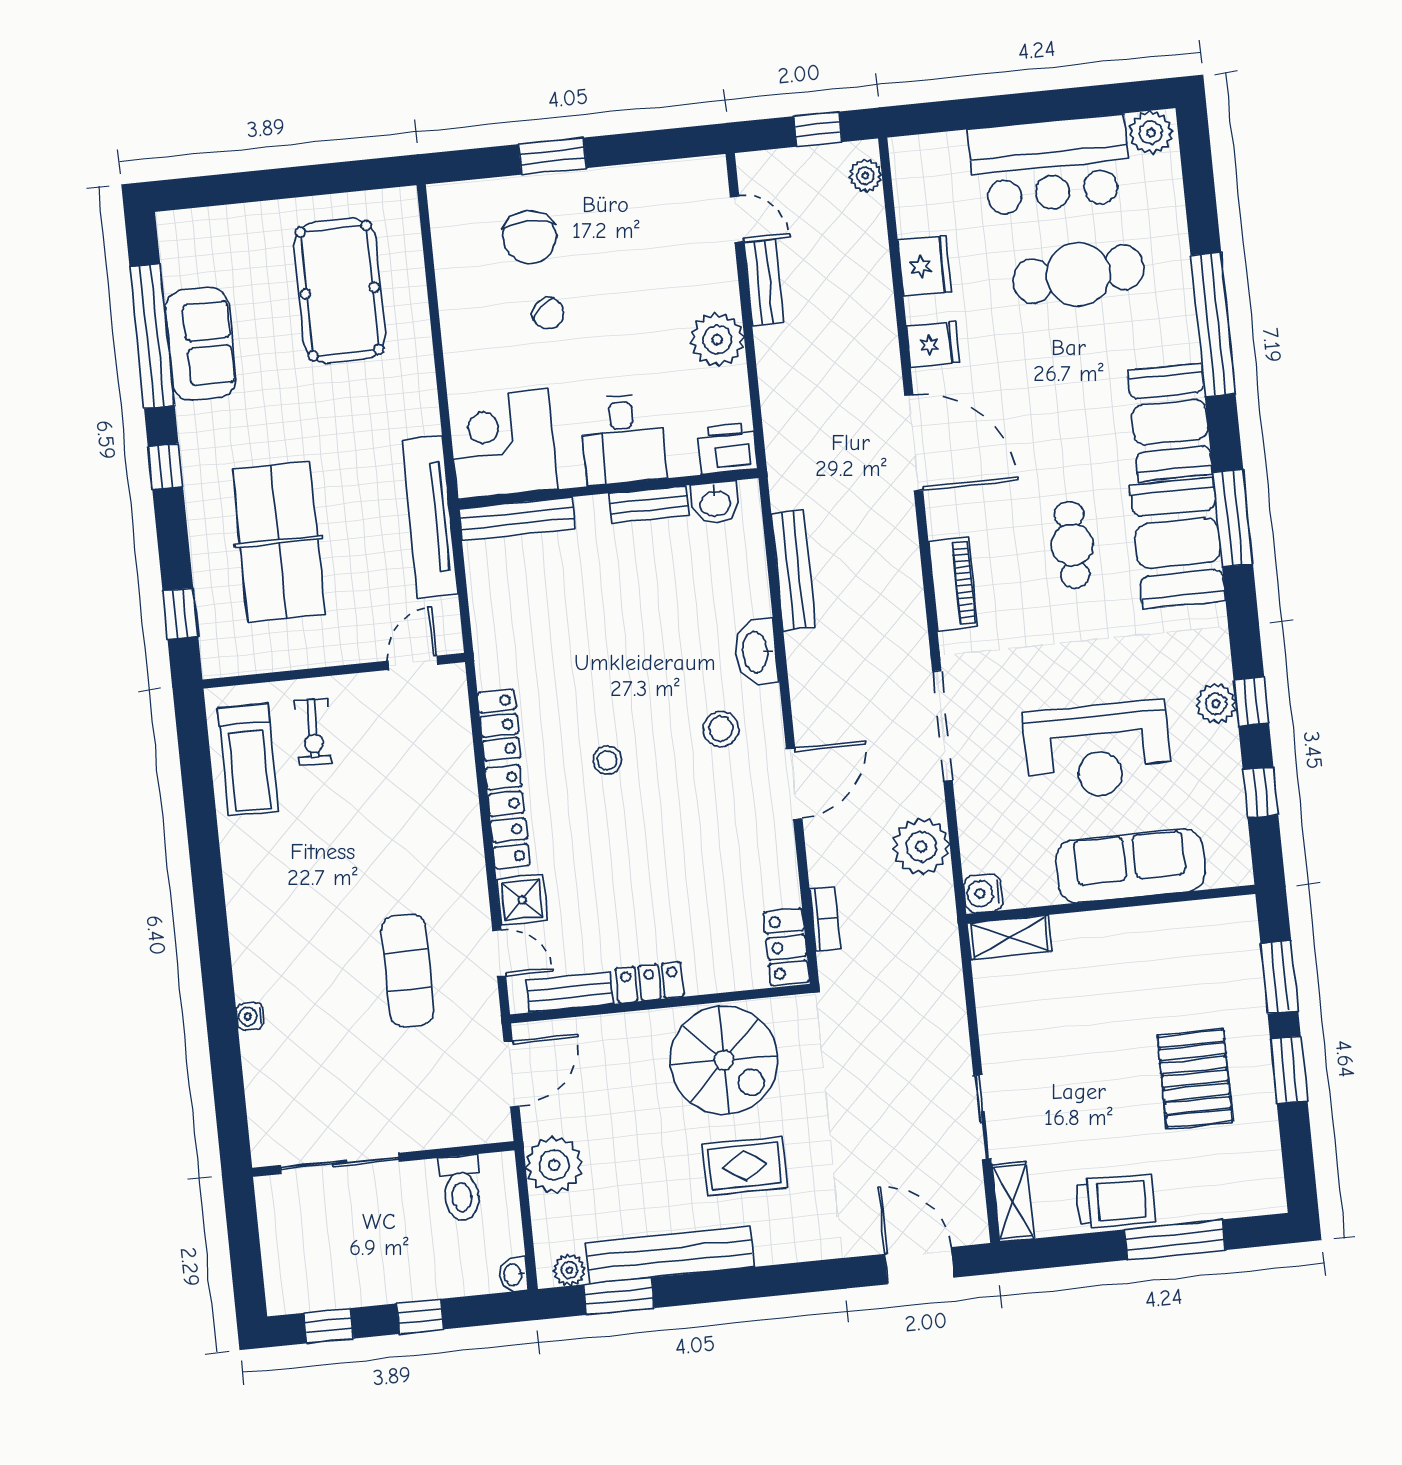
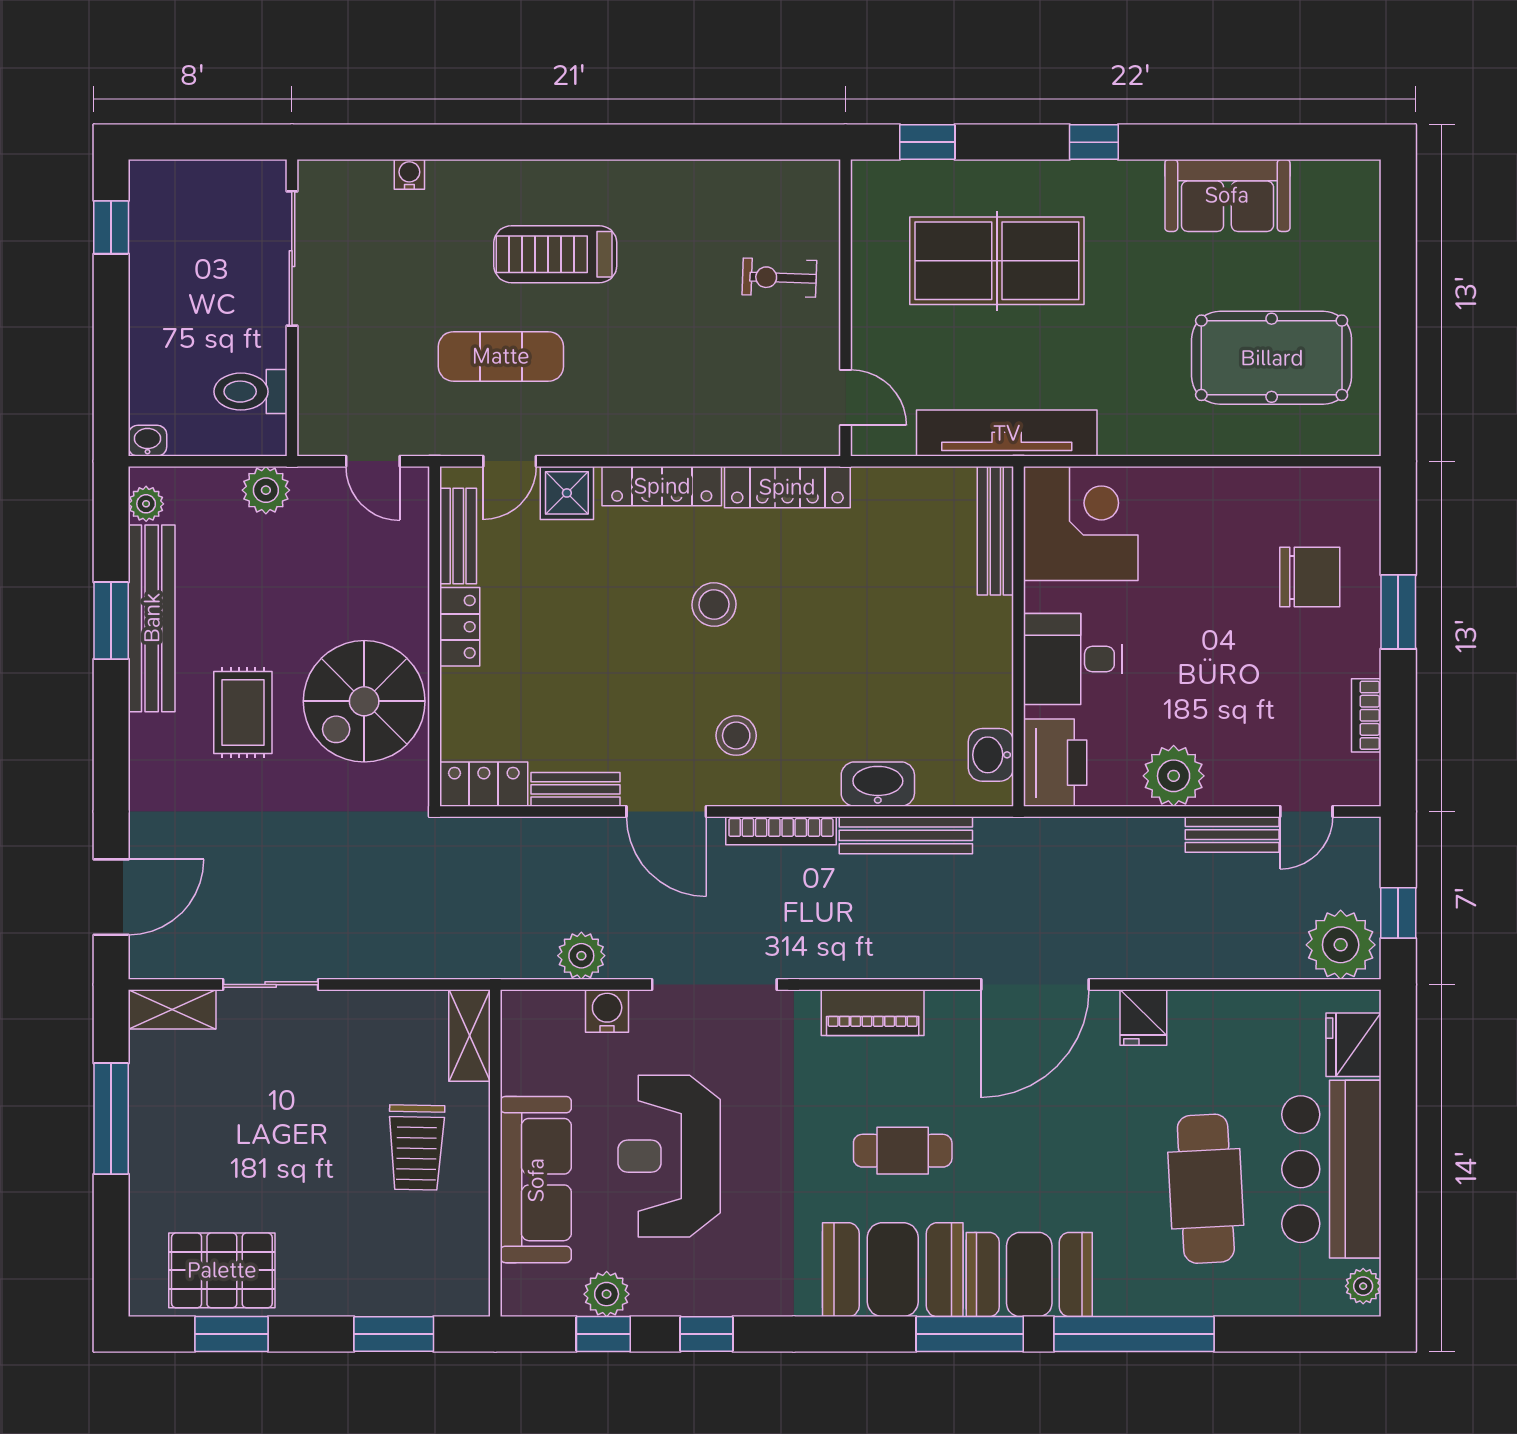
plant: (1151, 133) -> (1363, 1286), width x0.73, depth x0.73
bookcase: (647, 175) -> (1366, 715), added
plant: (865, 176) -> (1341, 945), width x1.88, depth x1.88
chair: (530, 237) -> (1310, 577), turned 180
fridge: (925, 266) -> (1354, 1045), moved, turned 90
chair: (548, 313) -> (1222, 589), removed
window: (152, 336) -> (1242, 142), removed
printer: (727, 449) -> (1055, 763), width x1.37, depth x1.19
bench: (649, 504) -> (576, 789), moved, turned 90
window: (1233, 518) -> (970, 1334), moved
washbasin: (756, 652) -> (878, 784), moved
plant: (1216, 704) -> (607, 1294), moved
locker: (499, 725) -> (787, 487), width x1.53
treadmill: (248, 760) -> (555, 254), moved
stool: (607, 760) -> (714, 605), width x1.37, depth x1.37
plant: (921, 847) -> (581, 956), width x0.73, depth x0.73
water cooler: (983, 893) -> (607, 1011), moved
bookcase: (825, 919) -> (781, 831), moved, width x1.56
water cooler: (250, 1016) -> (409, 174), moved
window: (1289, 1070) -> (232, 1334), moved
door: (511, 1074) -> (373, 461), width x0.73
pallet: (1195, 1078) -> (222, 1270), moved
plant: (554, 1165) -> (266, 490), width x0.73, depth x0.73
trolley: (1116, 1201) -> (417, 1147), moved
window: (1175, 1240) -> (111, 1119), moved
window: (619, 1296) -> (111, 621), moved
window: (420, 1316) -> (111, 331), removed

